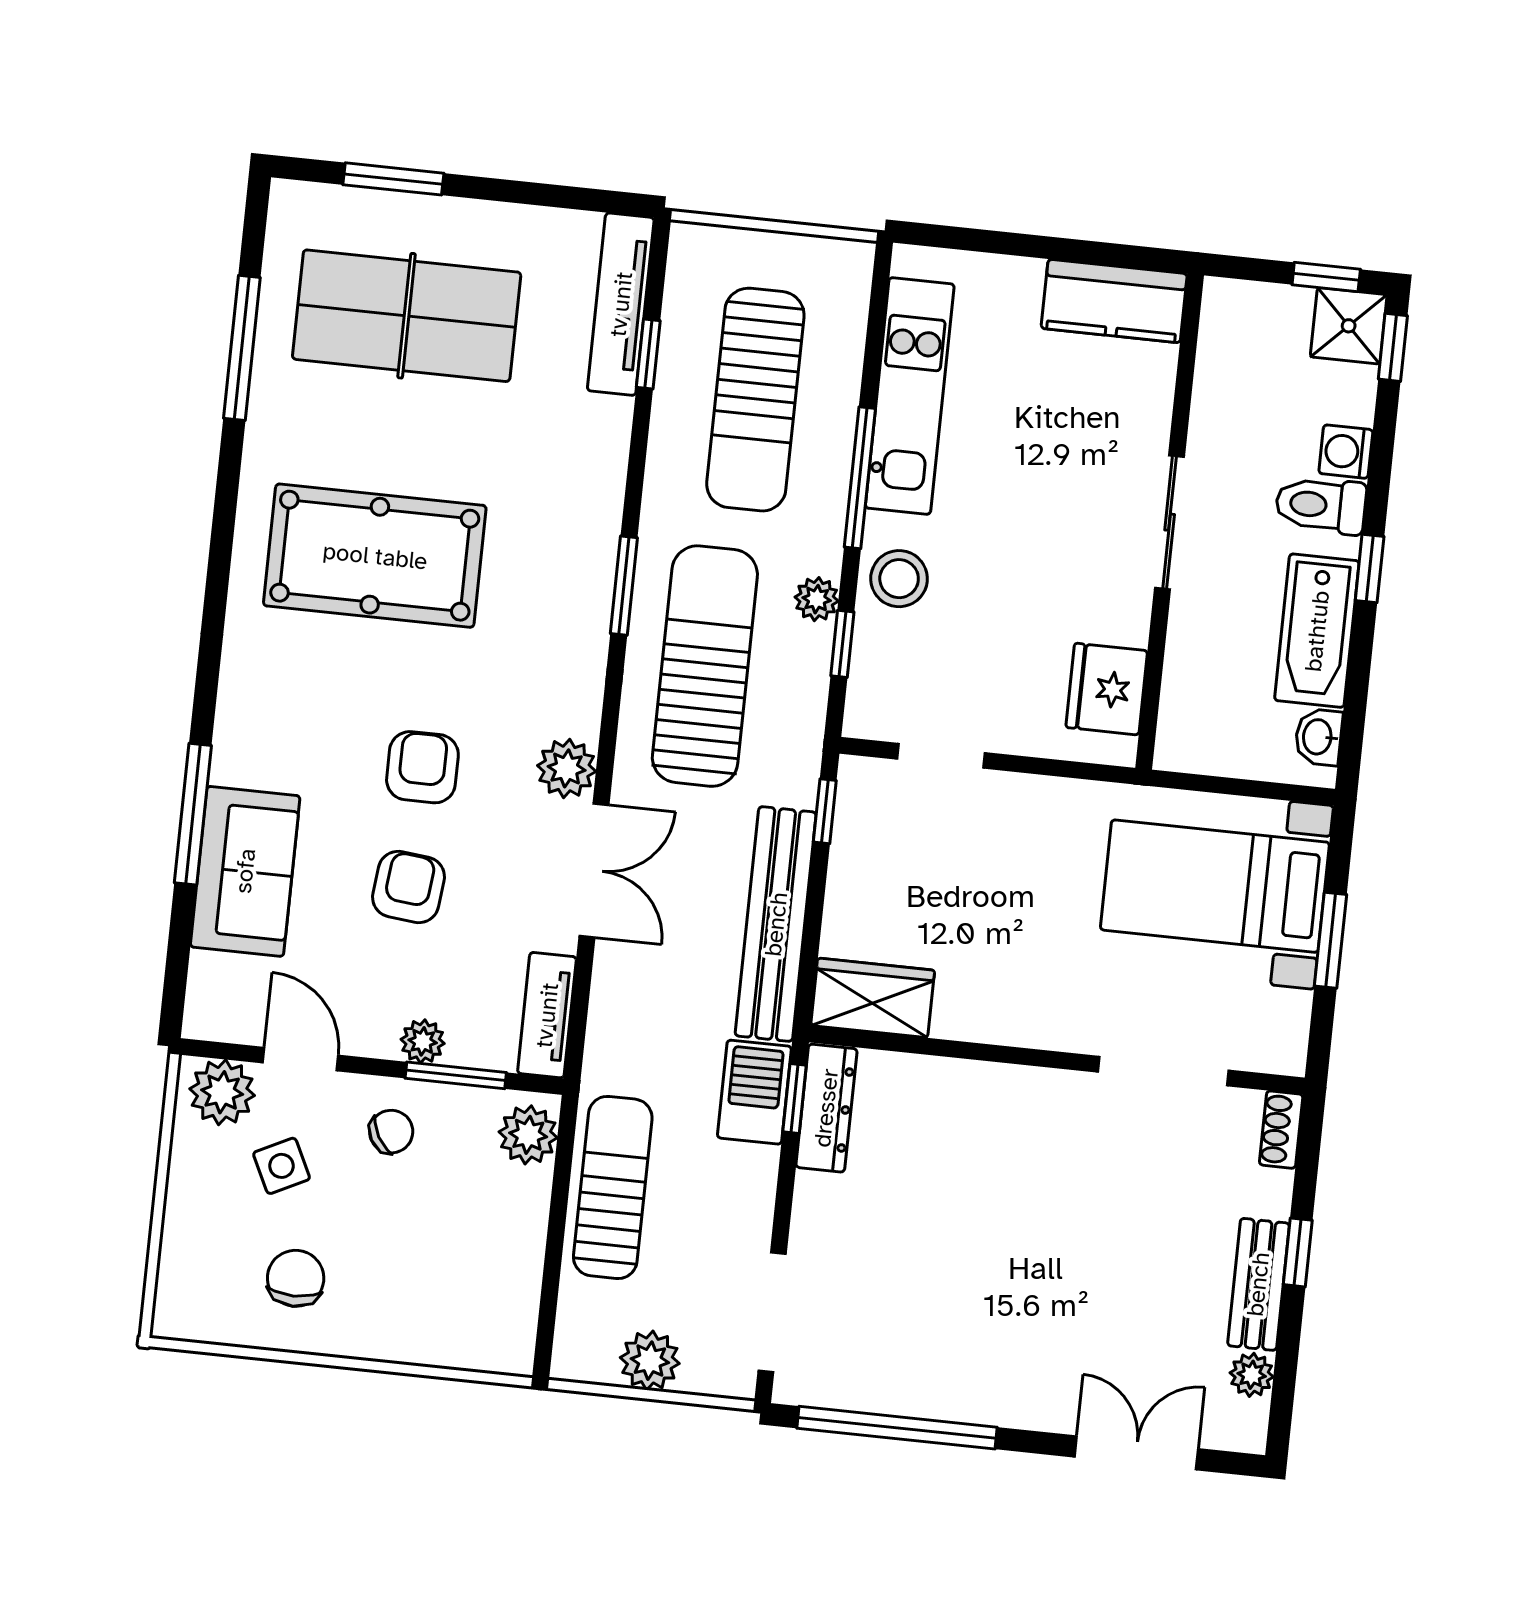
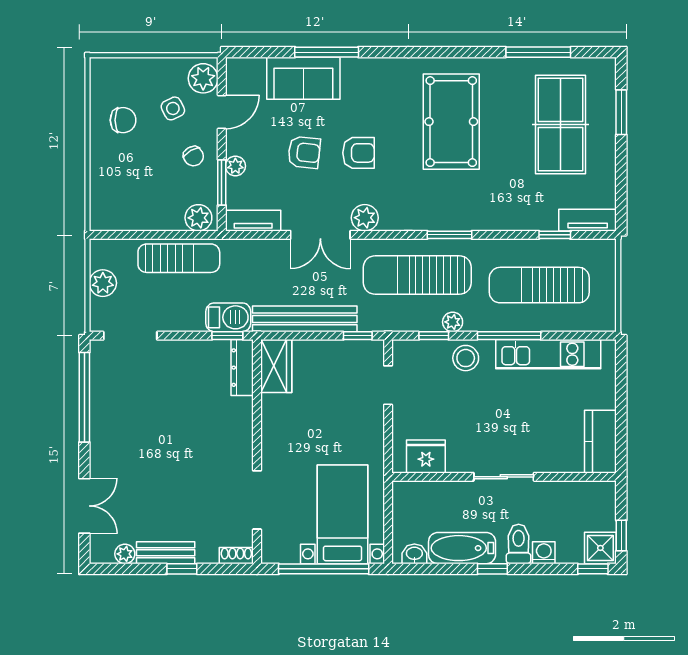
tv unit: (621, 304) -> (588, 220), width x0.71
sun lounger: (705, 666) -> (417, 275), turned 180
window: (1331, 940) -> (324, 569), width x2.11
dresser: (826, 1108) -> (242, 368), moved, turned 90

